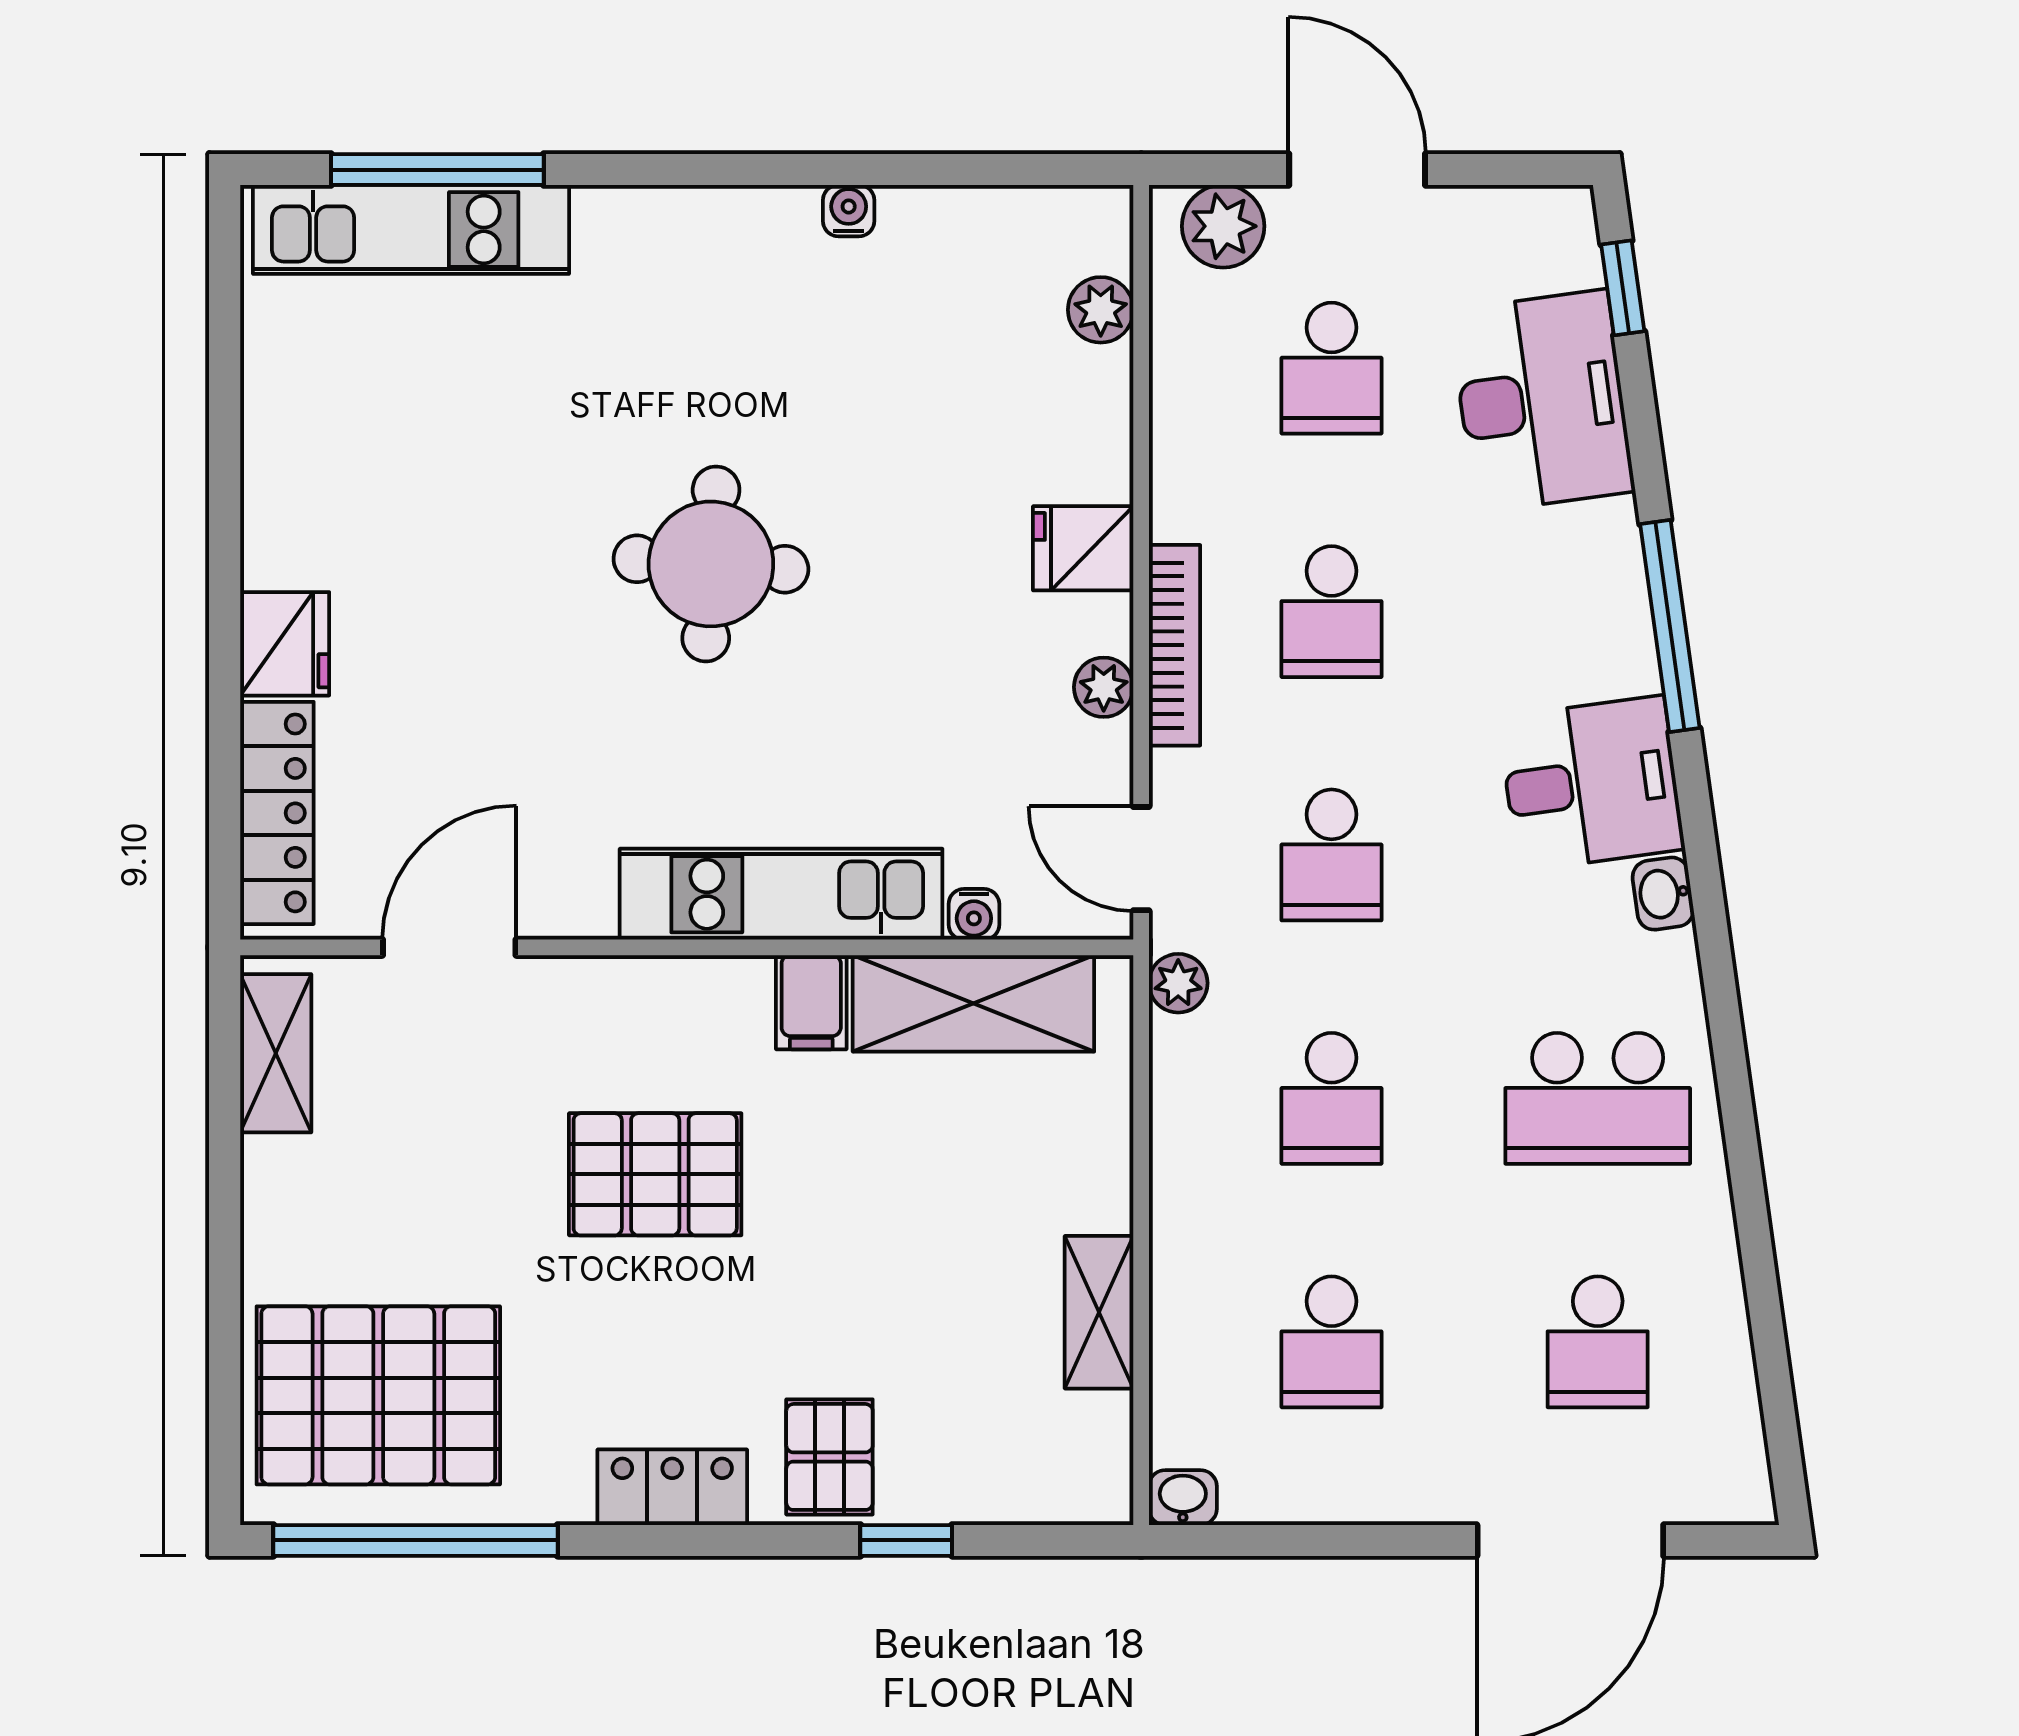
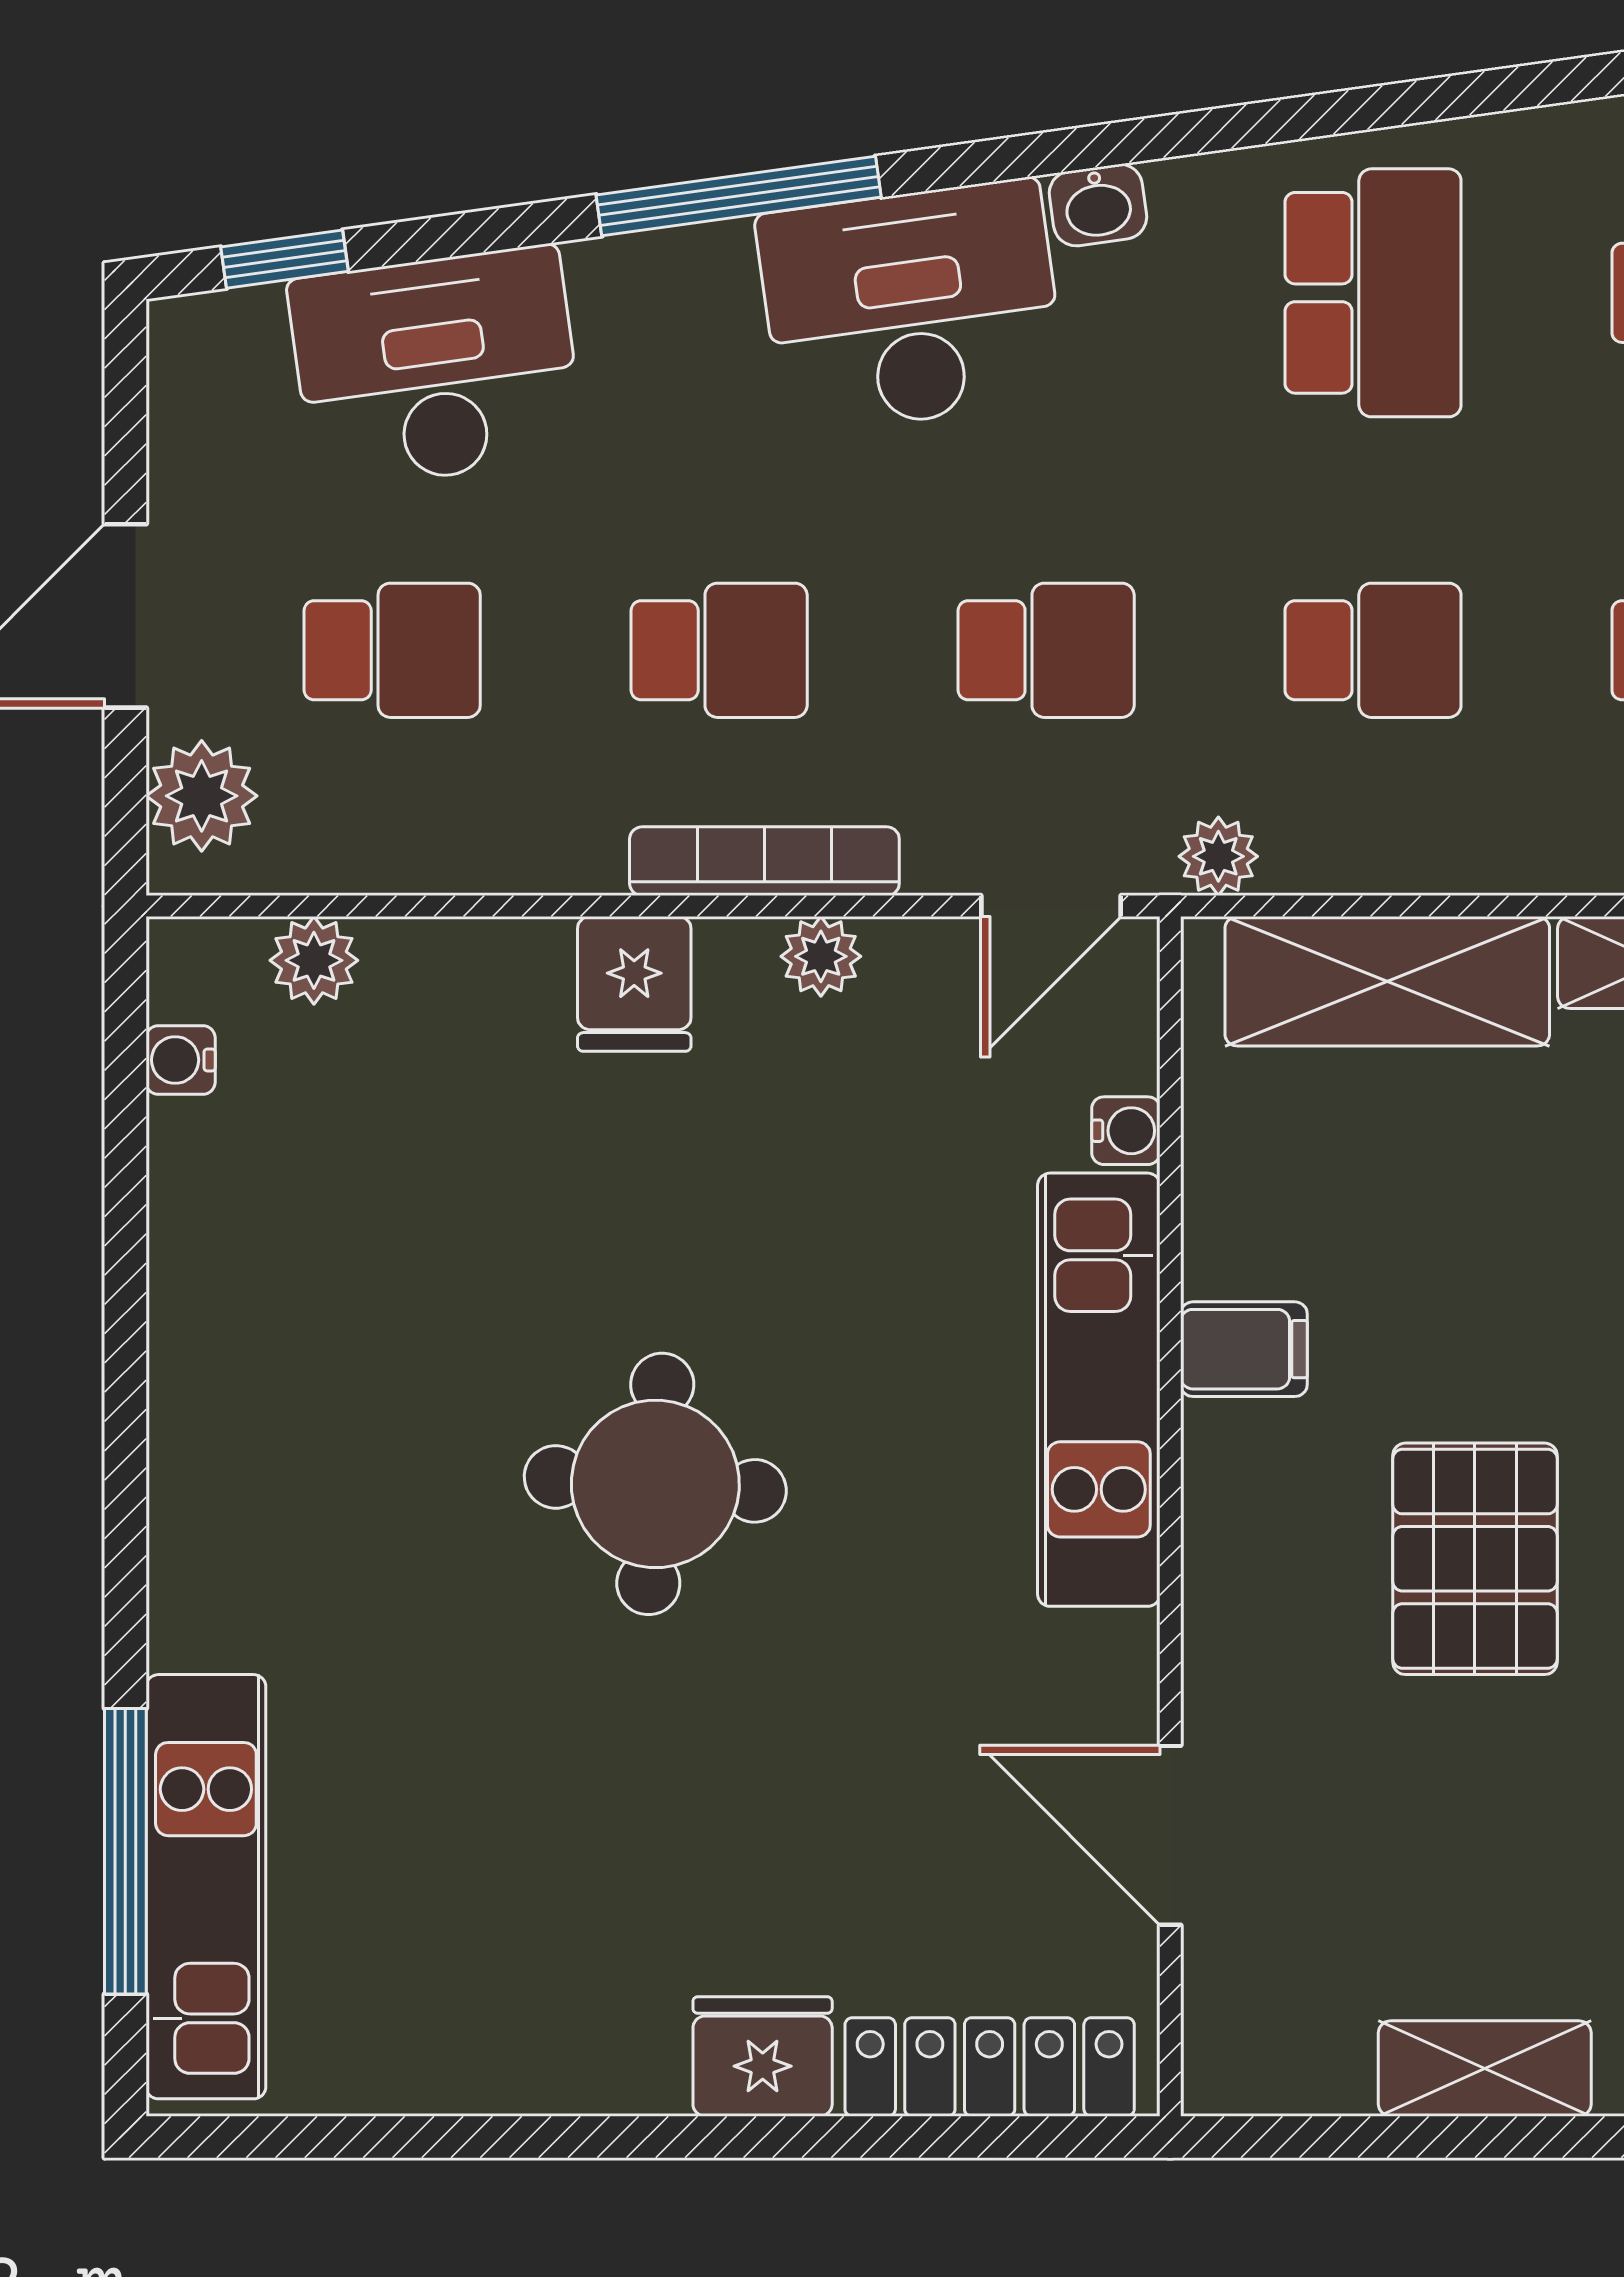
water cooler: (849, 211) -> (181, 1060), moved
desk: (1591, 783) -> (911, 307), width x1.37
shelving: (973, 1003) -> (1387, 981), moved, turned 90
shelving: (276, 1053) -> (1485, 2069), moved

